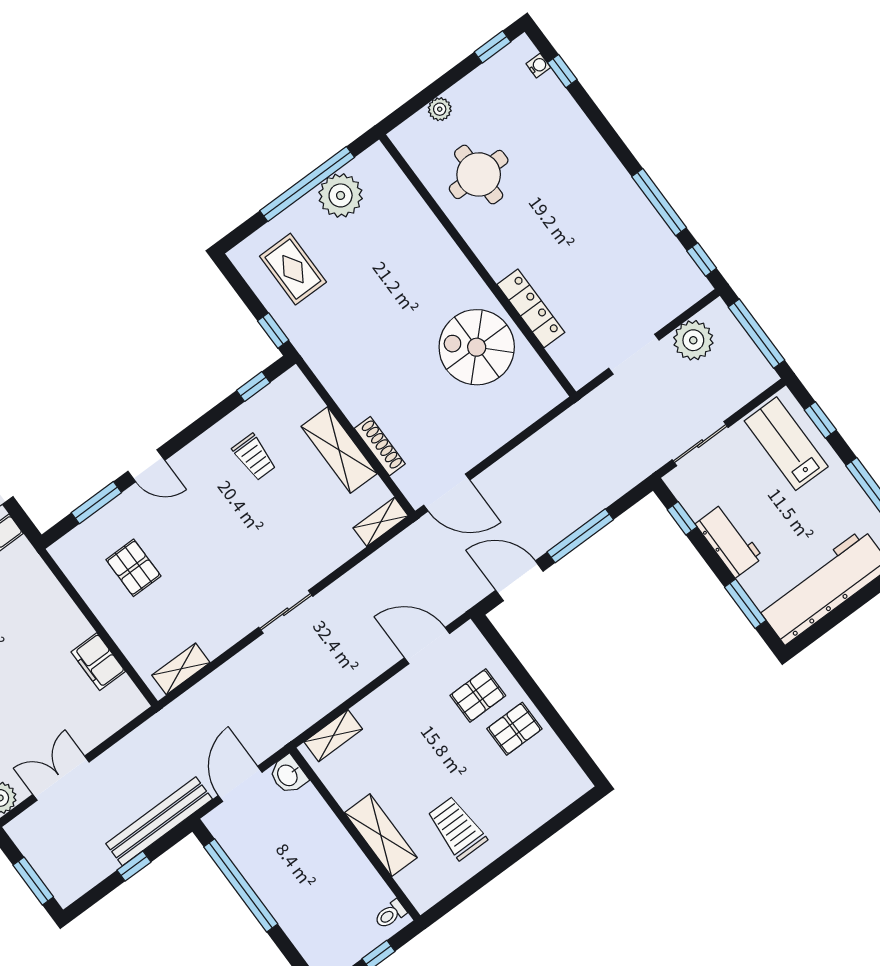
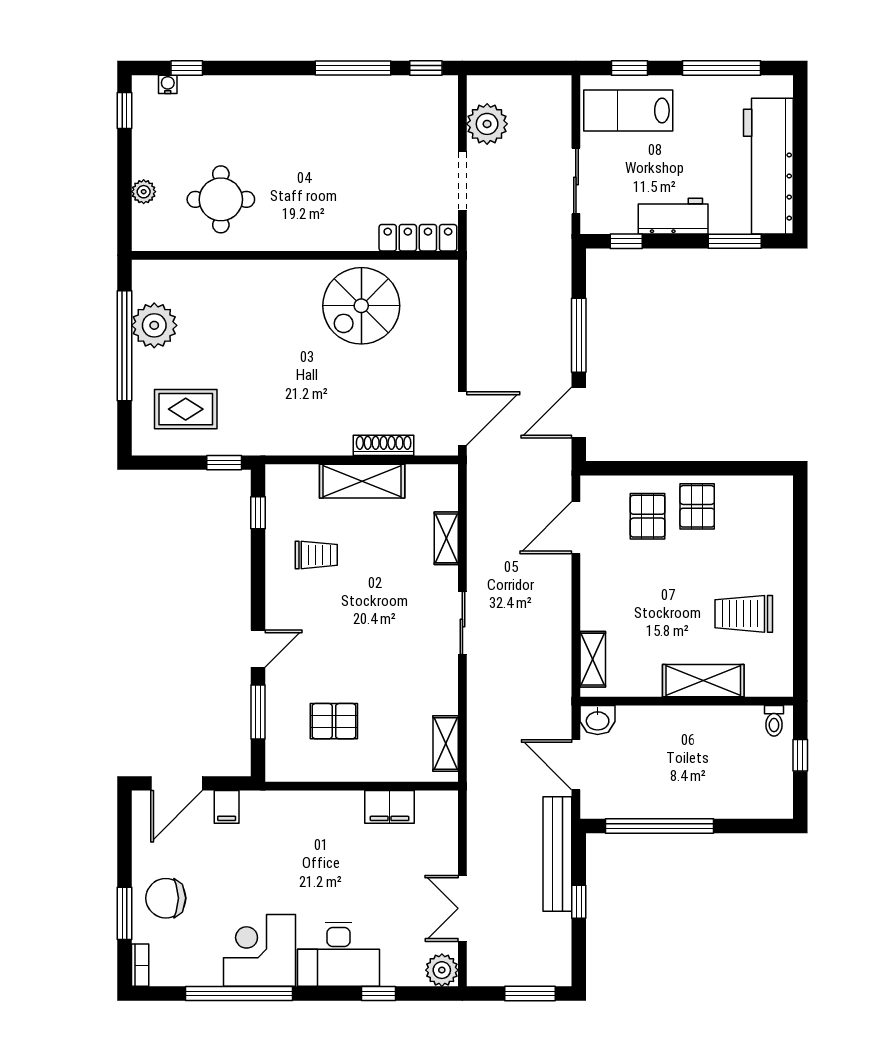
locker: (531, 308) -> (418, 238), moved
window: (757, 334) -> (520, 68), removed
shelving: (381, 522) -> (446, 538), moved

